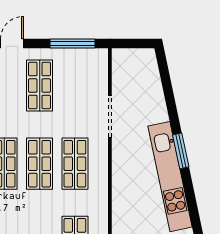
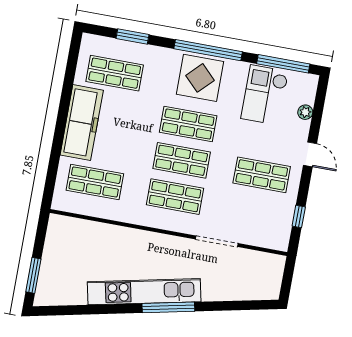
window: (72, 43) -> (299, 217), width x0.46
window: (181, 151) -> (168, 307), width x1.44

